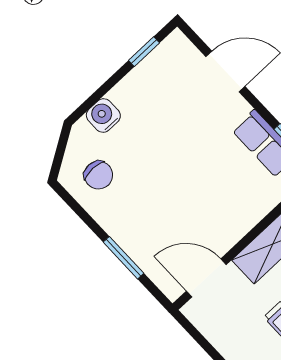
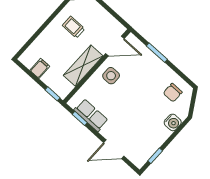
chair: (98, 175) -> (173, 93), turned -90
side table: (219, 219) -> (111, 76), added

